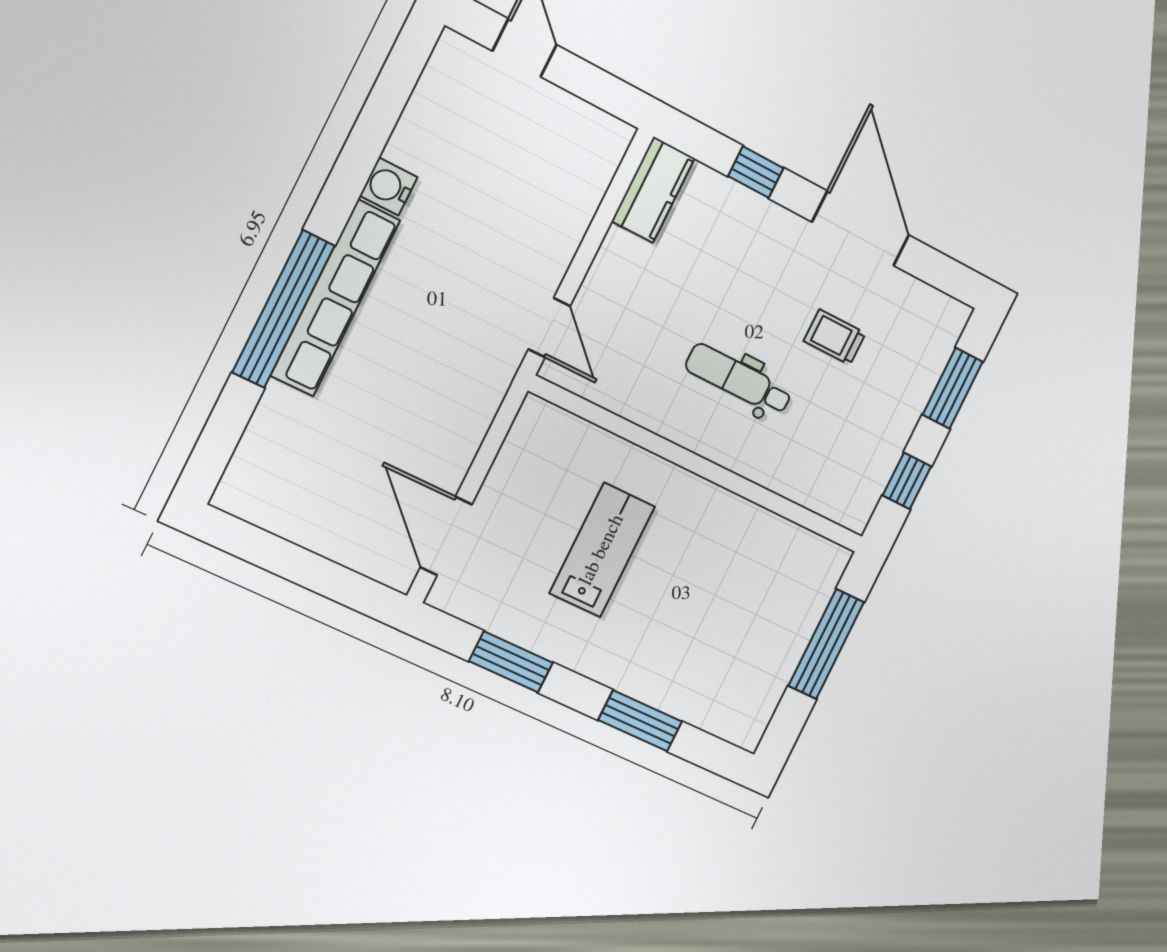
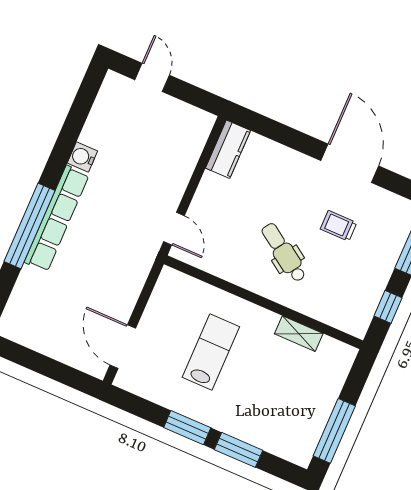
window: (756, 172) -> (286, 136), removed
dental chair: (739, 379) -> (284, 253), turned 34
shelving: (755, 522) -> (299, 334), added
window: (826, 644) -> (334, 431), moved
window: (511, 662) -> (187, 428), moved

